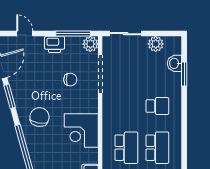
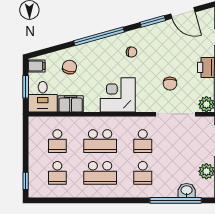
window: (184, 74) -> (176, 200), width x2.11
school desk: (126, 106) -> (143, 141), added
chair: (39, 117) -> (132, 52), width x0.54, depth x0.54

